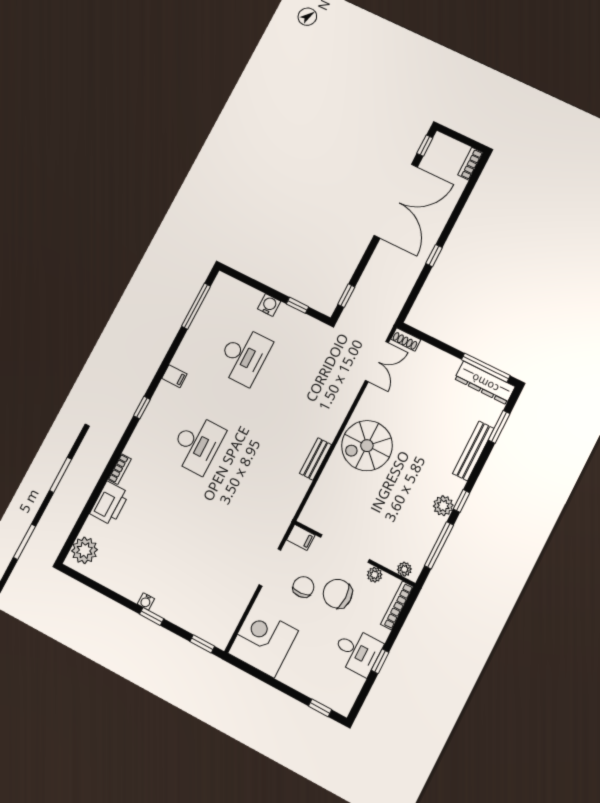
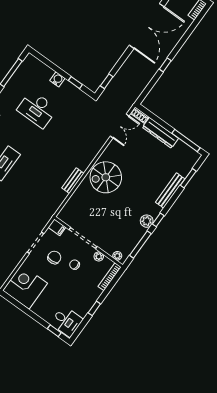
desk: (244, 356) -> (37, 109), turned 90
dresser: (485, 383) -> (160, 133), moved
chair: (338, 594) -> (75, 265), width x0.54, depth x0.54
desk: (357, 651) -> (67, 321), moved

